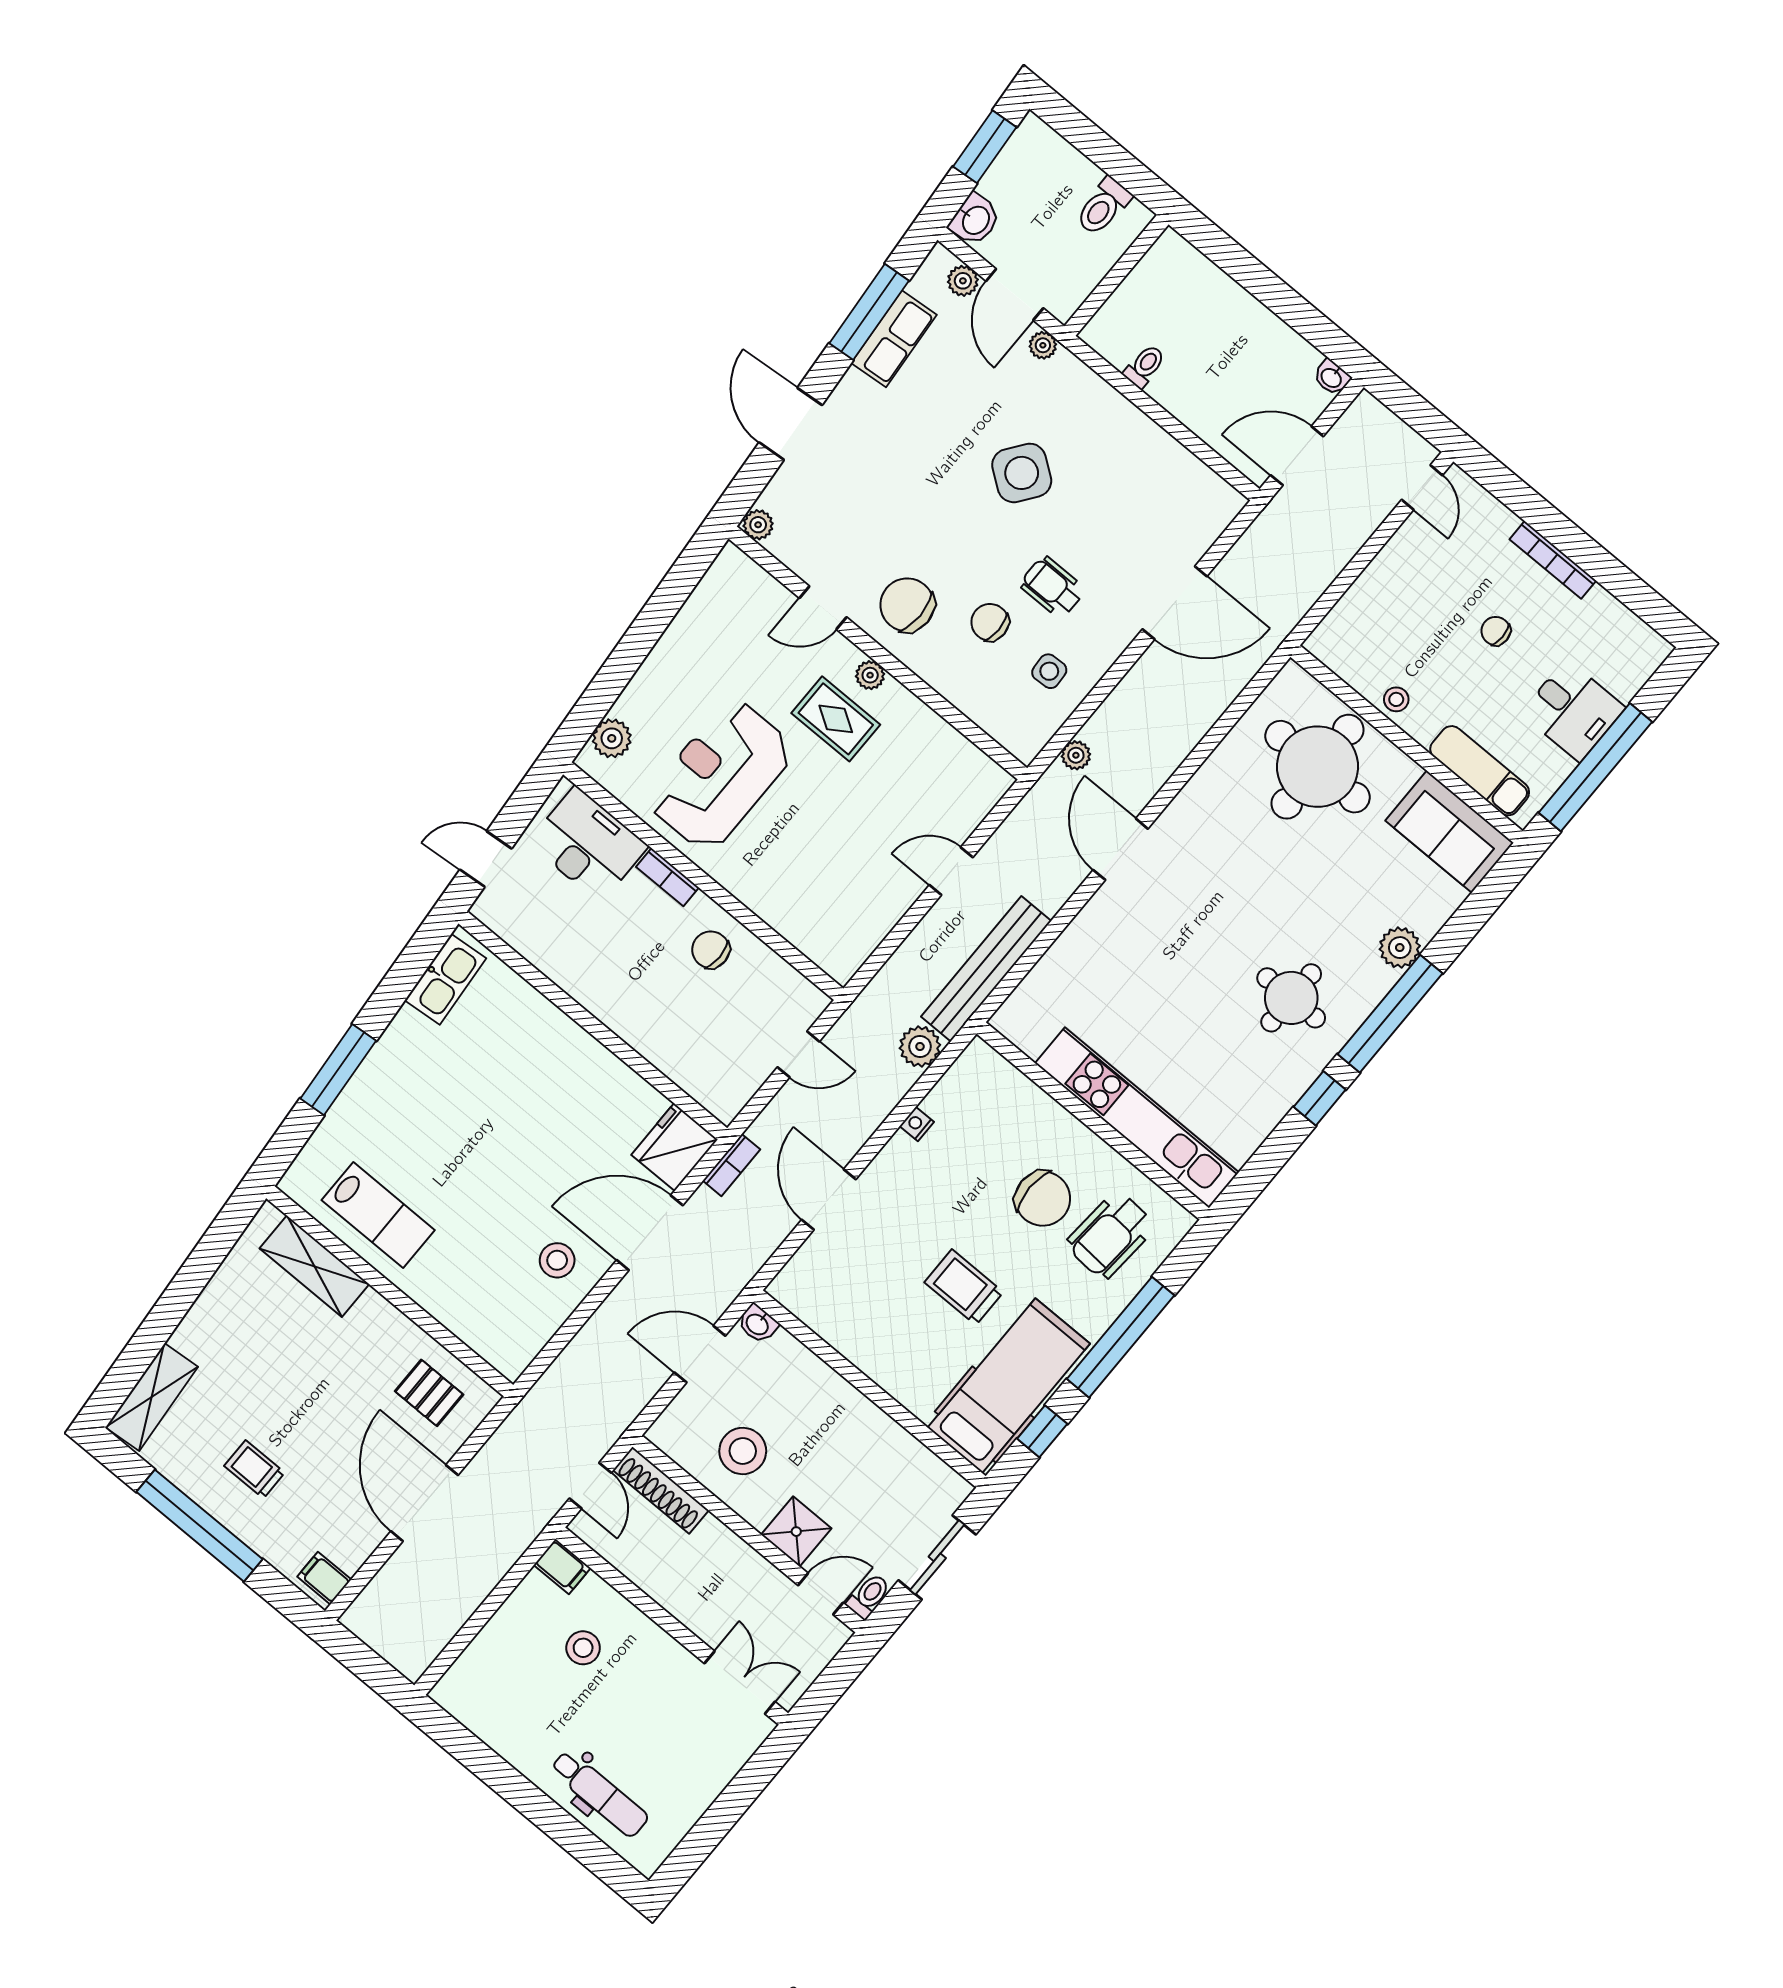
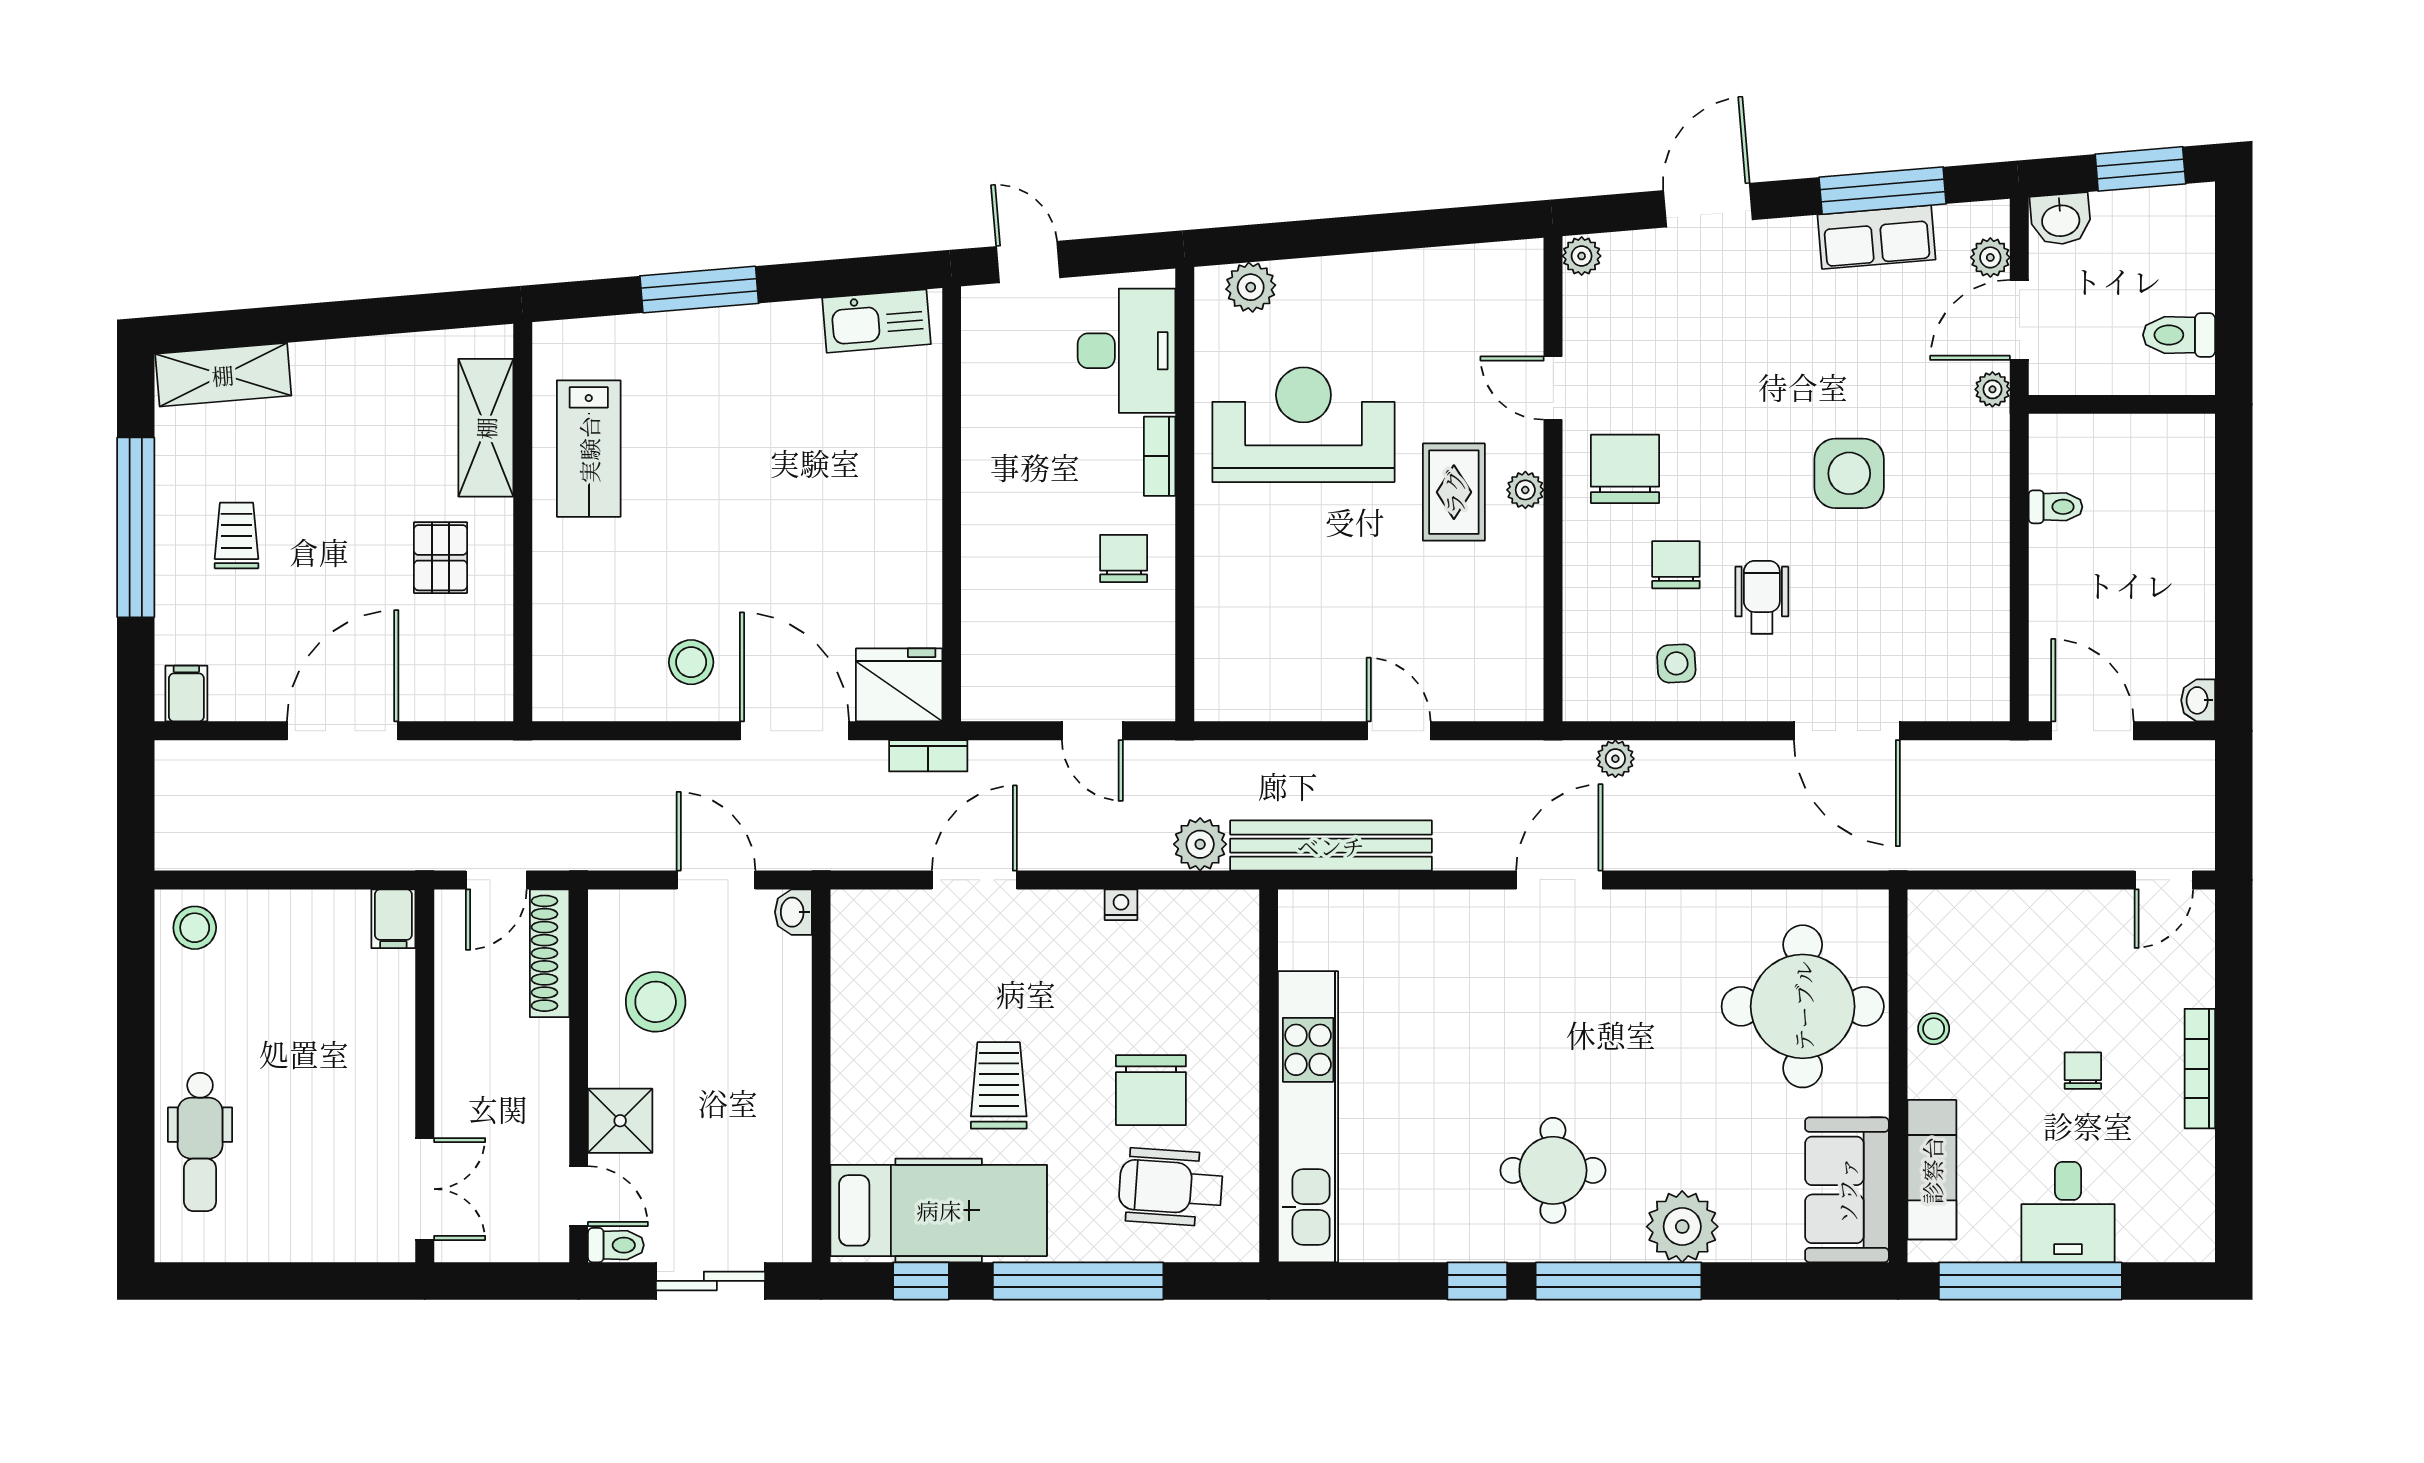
side table: (1022, 473) -> (1849, 473), turned -36
plant: (1400, 948) -> (1682, 1227), width x1.36, depth x1.36
pallet: (429, 1393) -> (440, 558), moved
stool: (583, 1648) -> (195, 928), moved

